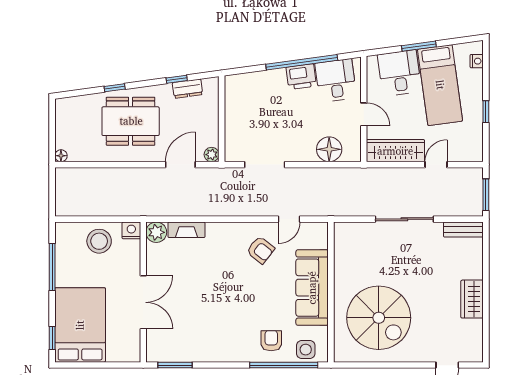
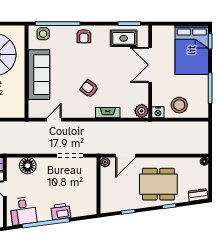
printer: (301, 77) -> (61, 211), moved
dresser: (188, 89) -> (198, 195), moved
fireplace: (186, 230) -> (108, 113), moved
armchair: (261, 250) -> (89, 89), moved
armchair: (271, 341) -> (84, 36), moved
rug: (183, 343) -> (124, 38), added

